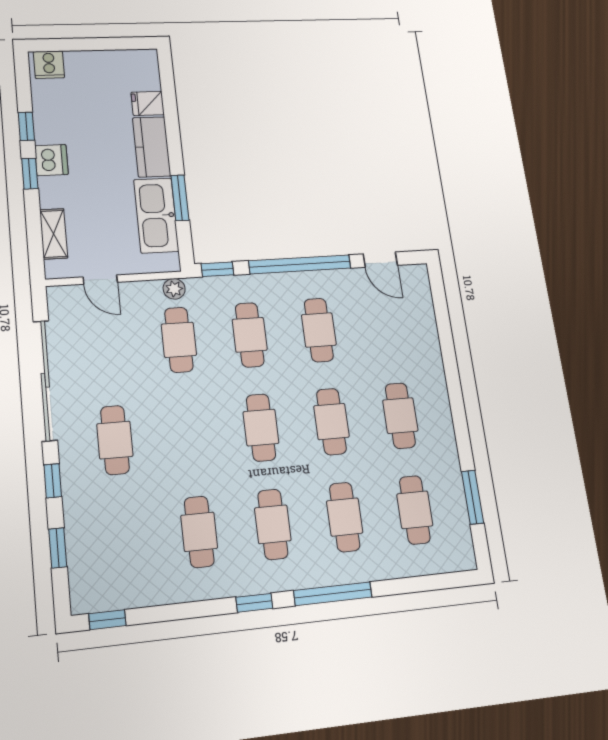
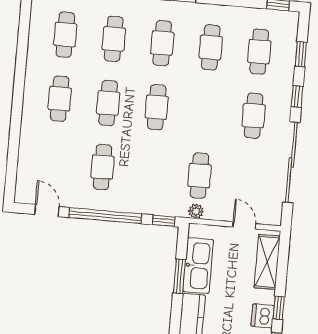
shelving: (54, 234) -> (267, 262), width x1.50, depth x1.33
cafe table: (250, 335) -> (259, 52), moved
window: (472, 497) -> (23, 36), removed

